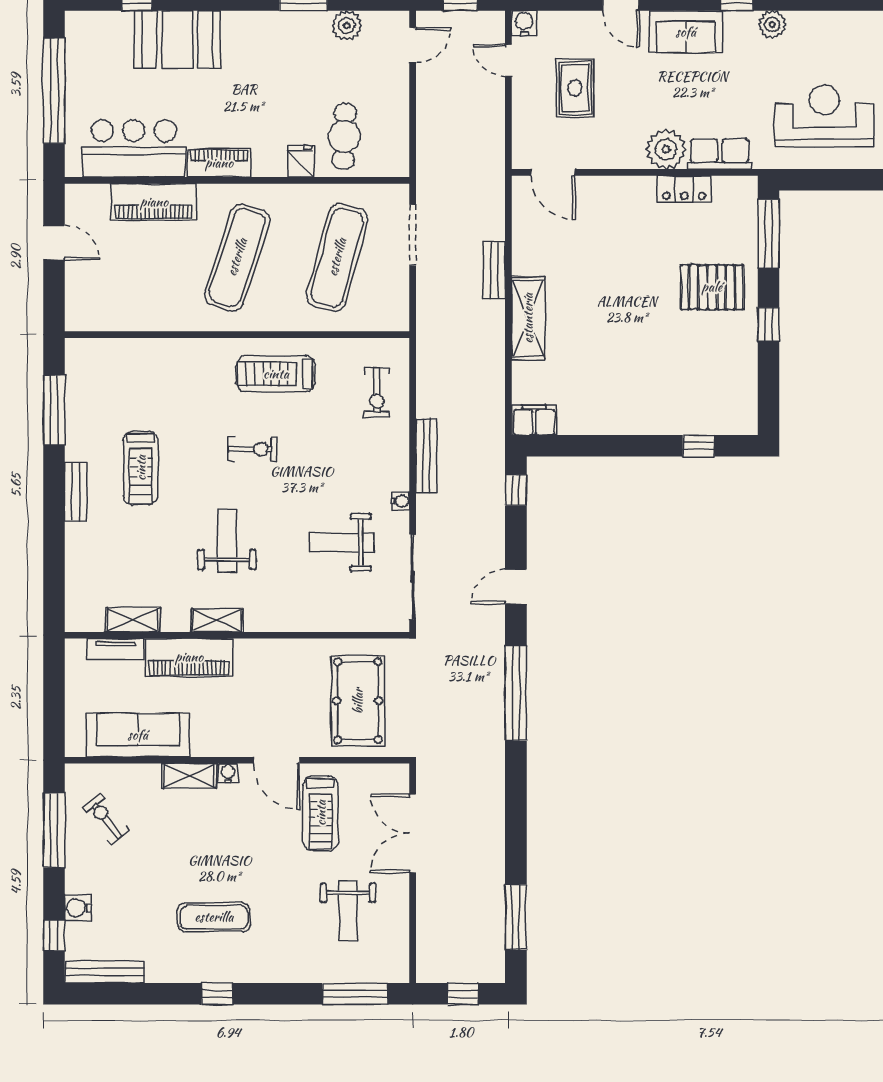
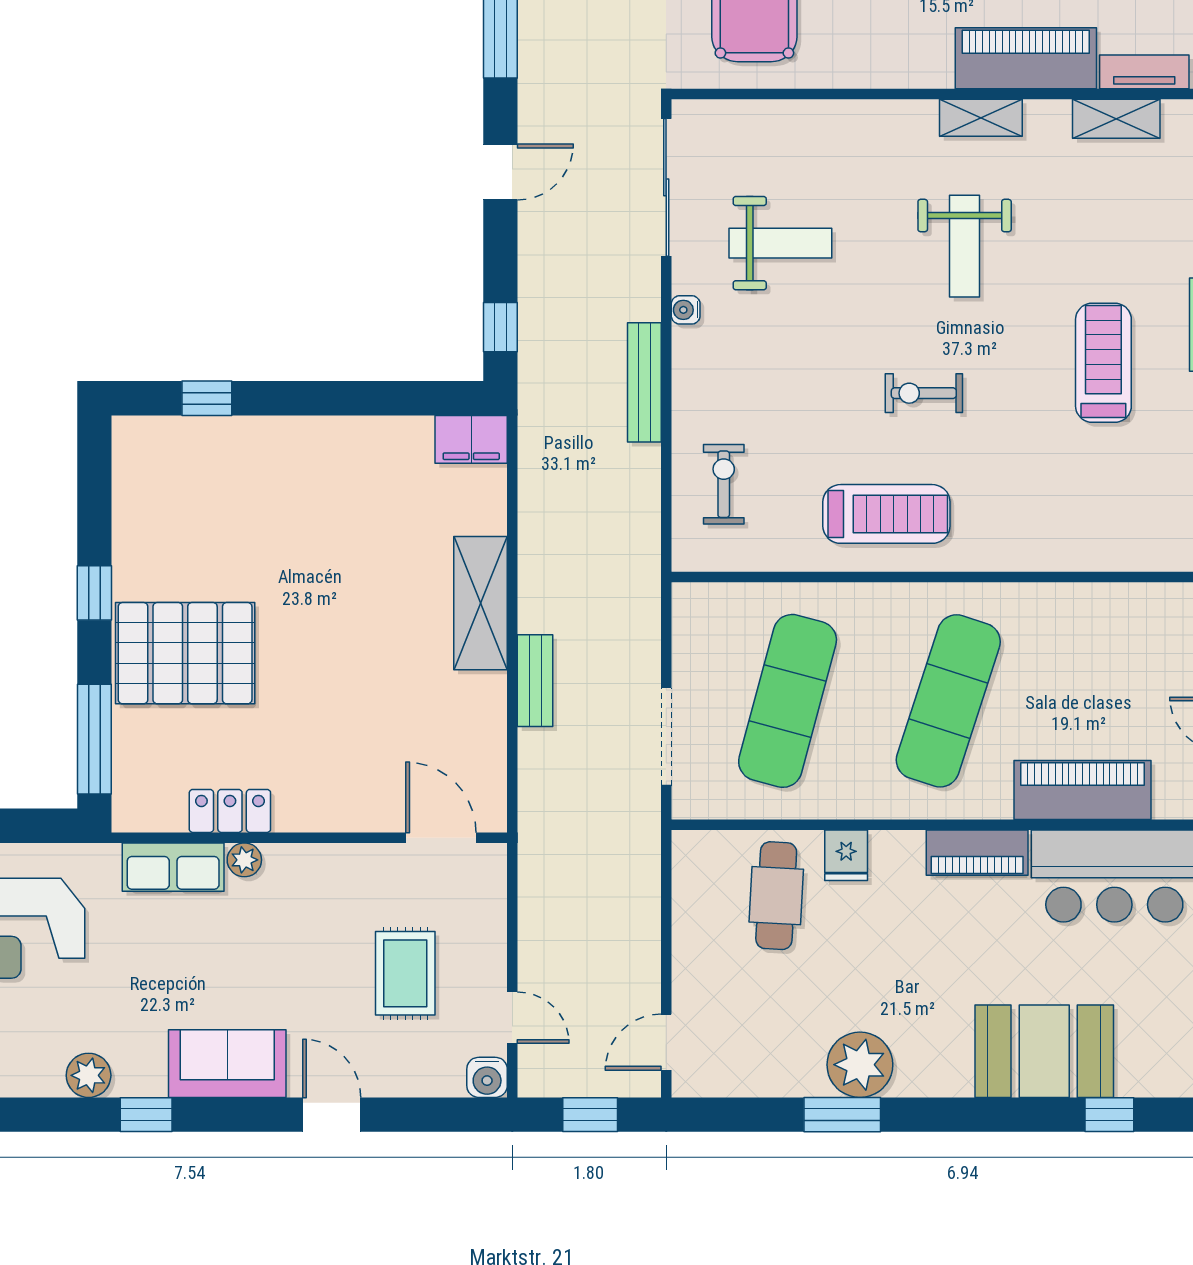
plant: (347, 26) -> (860, 1065), moved, width x1.36, depth x1.36
plant: (666, 149) -> (244, 860), width x0.53, depth x0.53
pallet: (712, 287) -> (185, 653), width x1.37, depth x1.41

